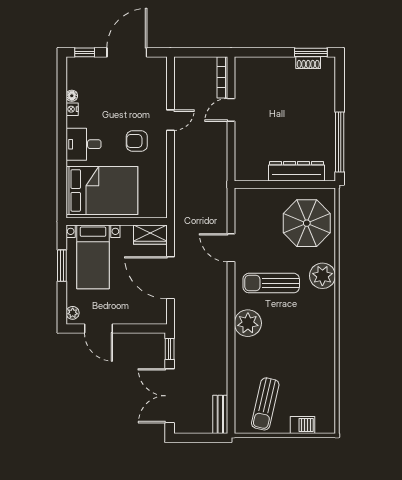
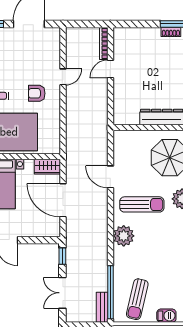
sun lounger: (271, 283) -> (142, 204), turned 180
window: (231, 395) -> (110, 292), added
double door: (170, 396) -> (62, 293), width x0.73

